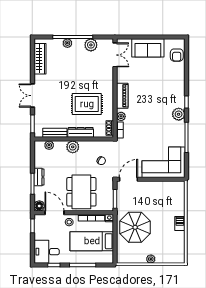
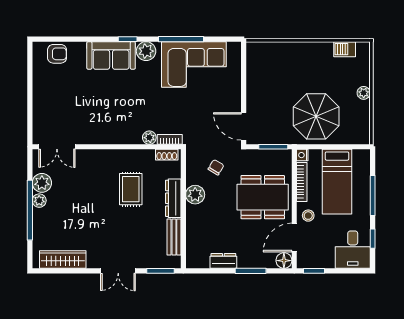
plant: (67, 43) -> (39, 201), moved
sofa: (148, 48) -> (111, 55), moved, turned 90
double door: (115, 55) -> (57, 147), swing flipped
piano: (122, 96) -> (118, 136), removed
rug: (87, 104) -> (131, 189), width x0.73, depth x0.70
plant: (49, 145) -> (193, 246), removed
plant: (73, 147) -> (195, 195), moved
corner sofa: (164, 162) -> (194, 64), moved, turned -90
dresser: (39, 177) -> (223, 261), moved
barbecue: (180, 223) -> (345, 49), moved

